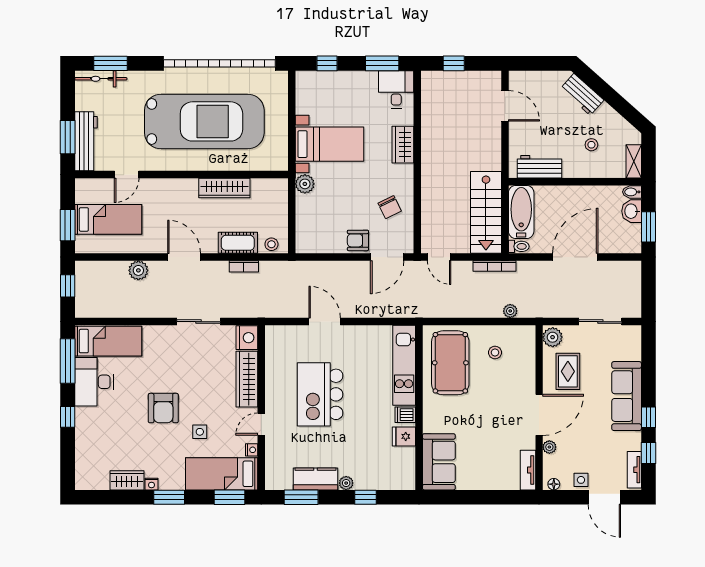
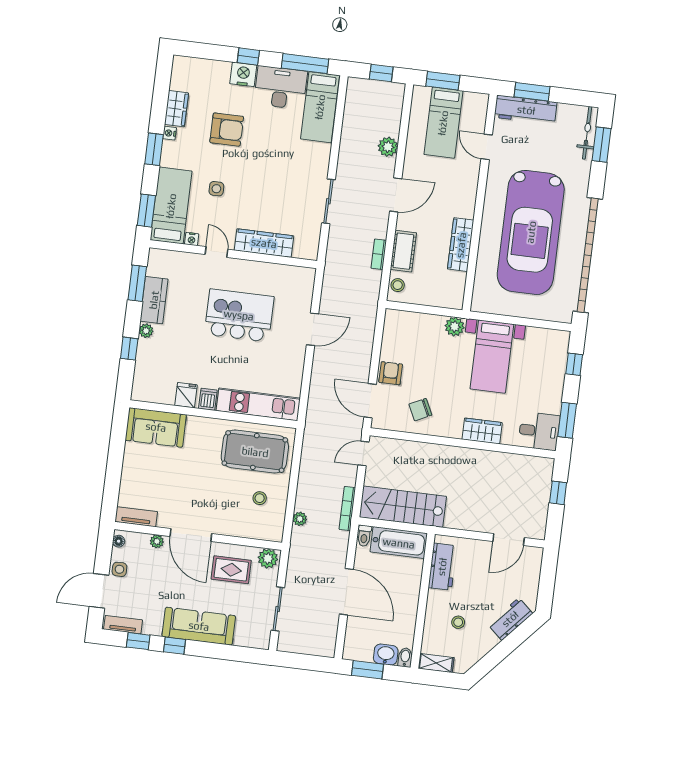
nightstand: (247, 338) -> (243, 74), moved, turned 180
armchair: (163, 408) -> (227, 130), moved, turned 180

